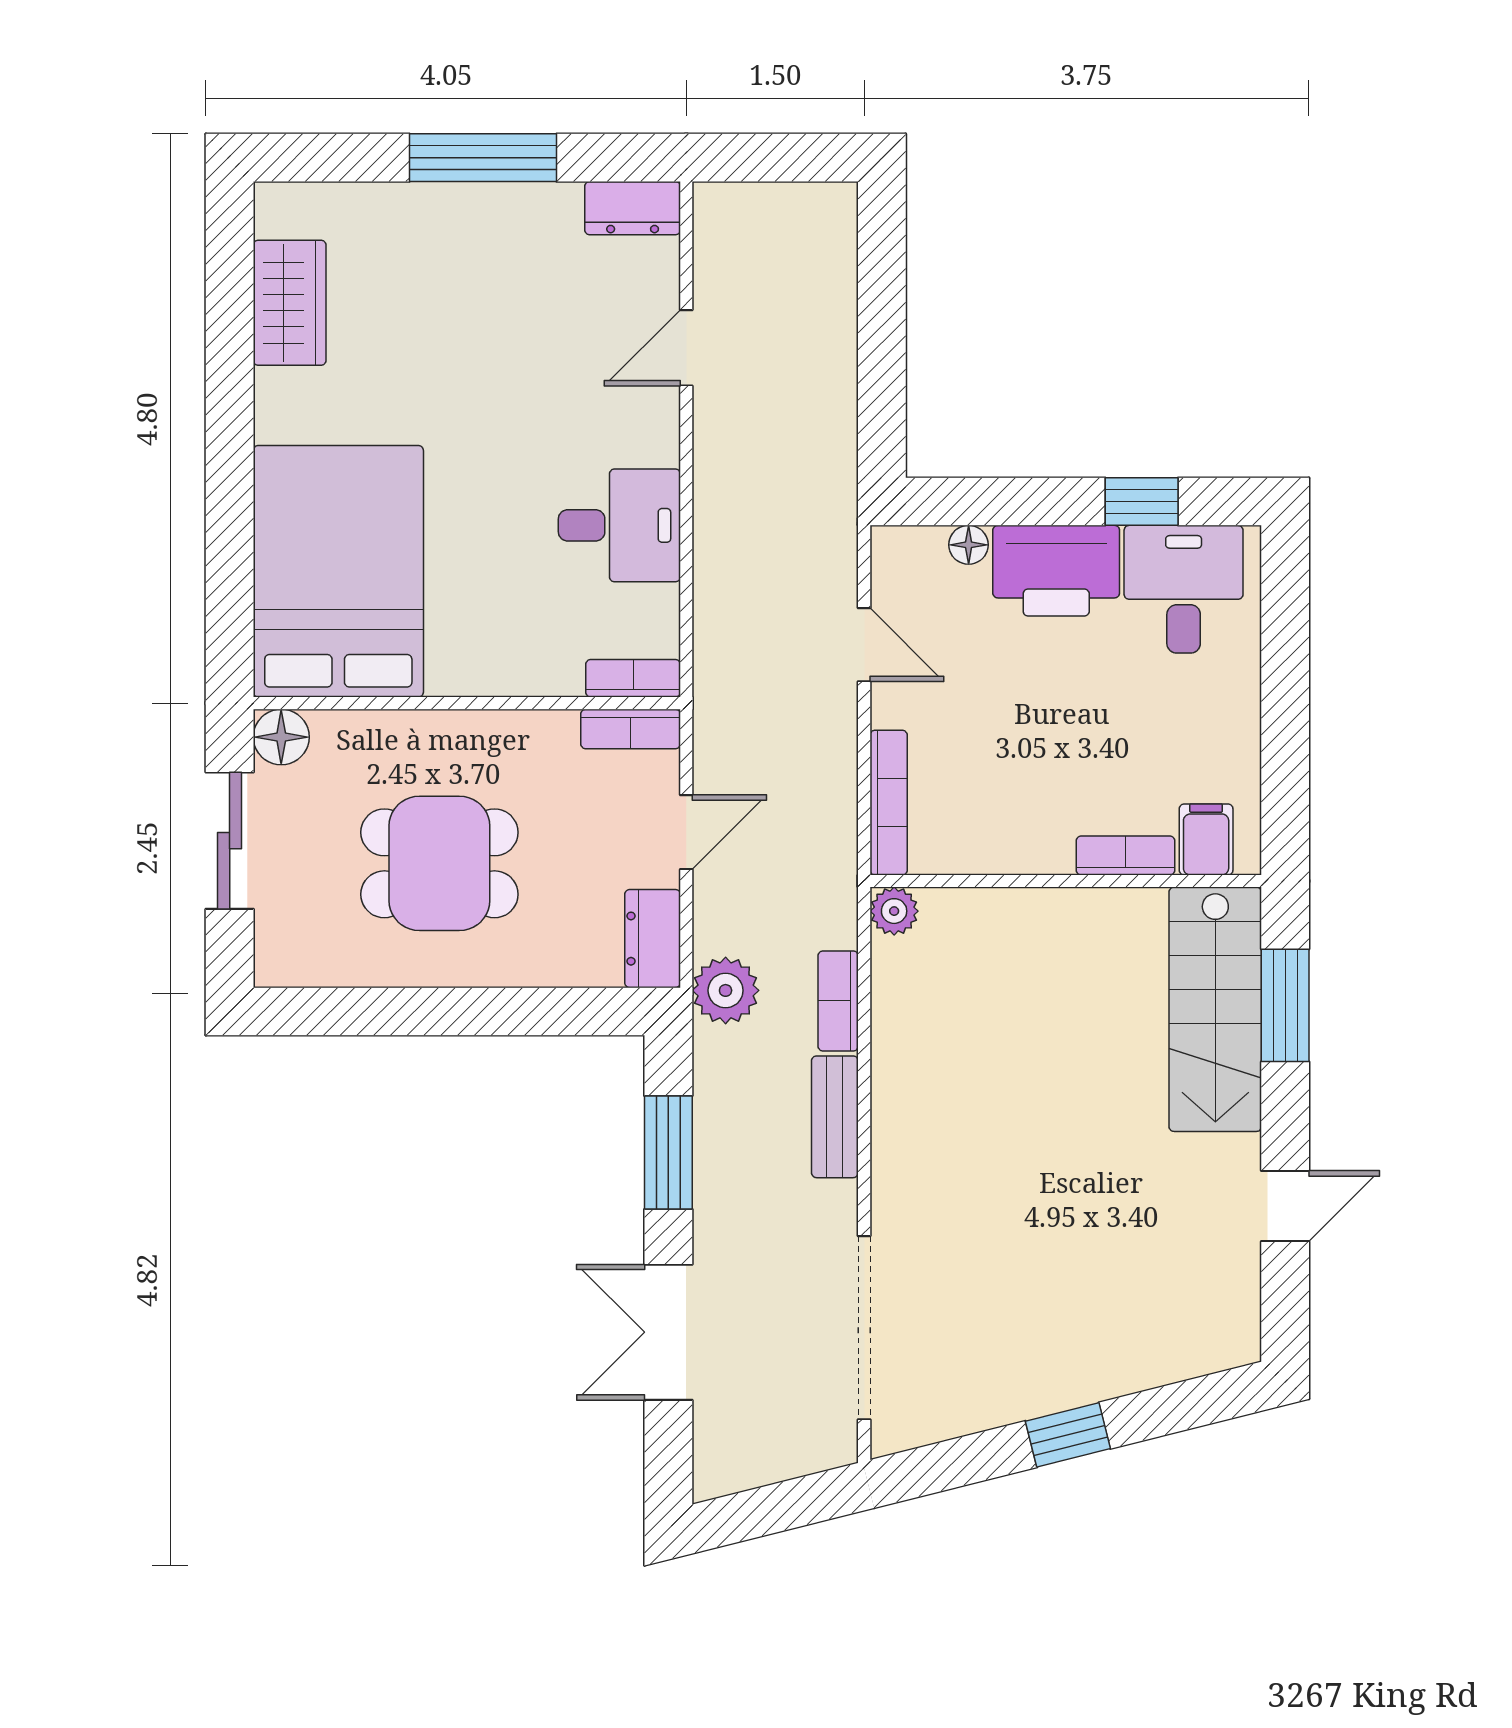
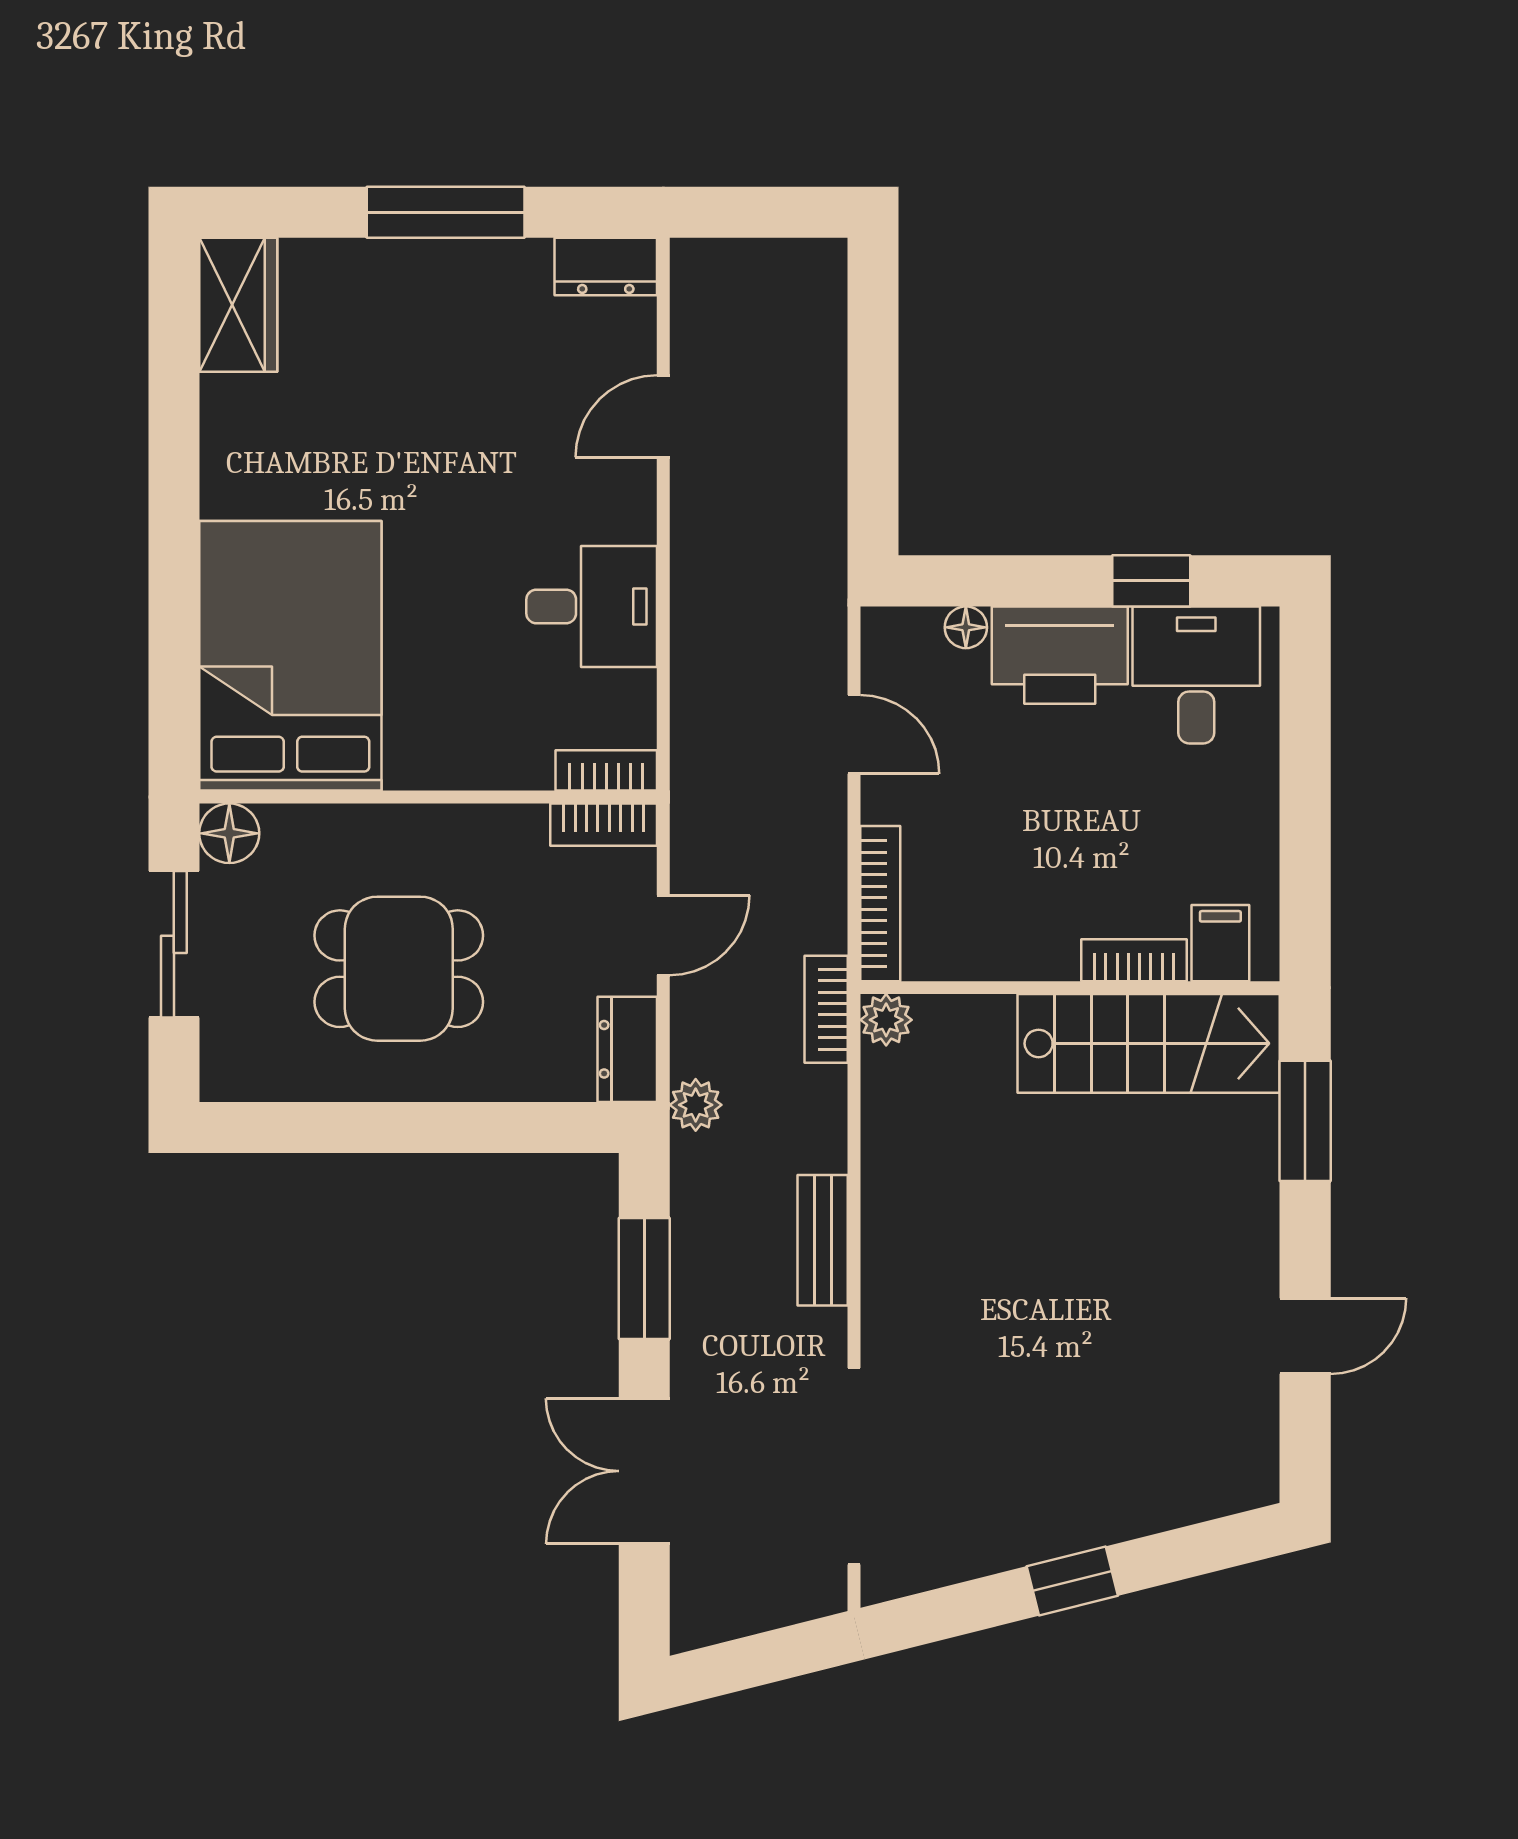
wardrobe: (290, 303) -> (238, 305), moved
plant: (726, 990) -> (696, 1105), width x0.73, depth x0.73
bookcase: (838, 1001) -> (826, 1009), moved
stairs: (1215, 1009) -> (1149, 1043), moved, turned -90

